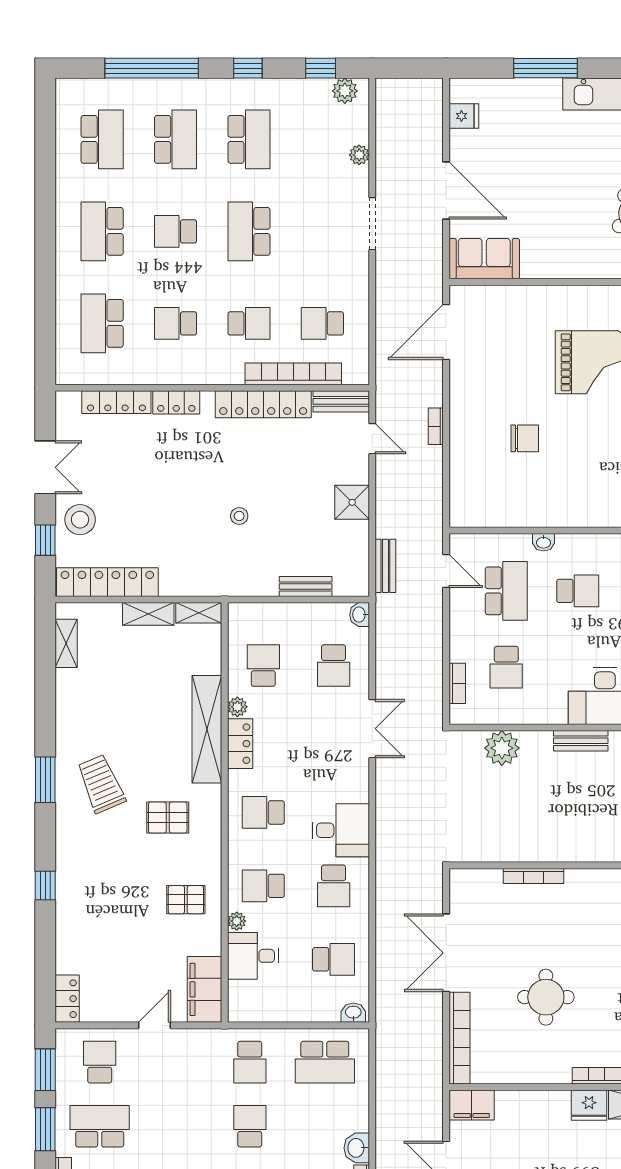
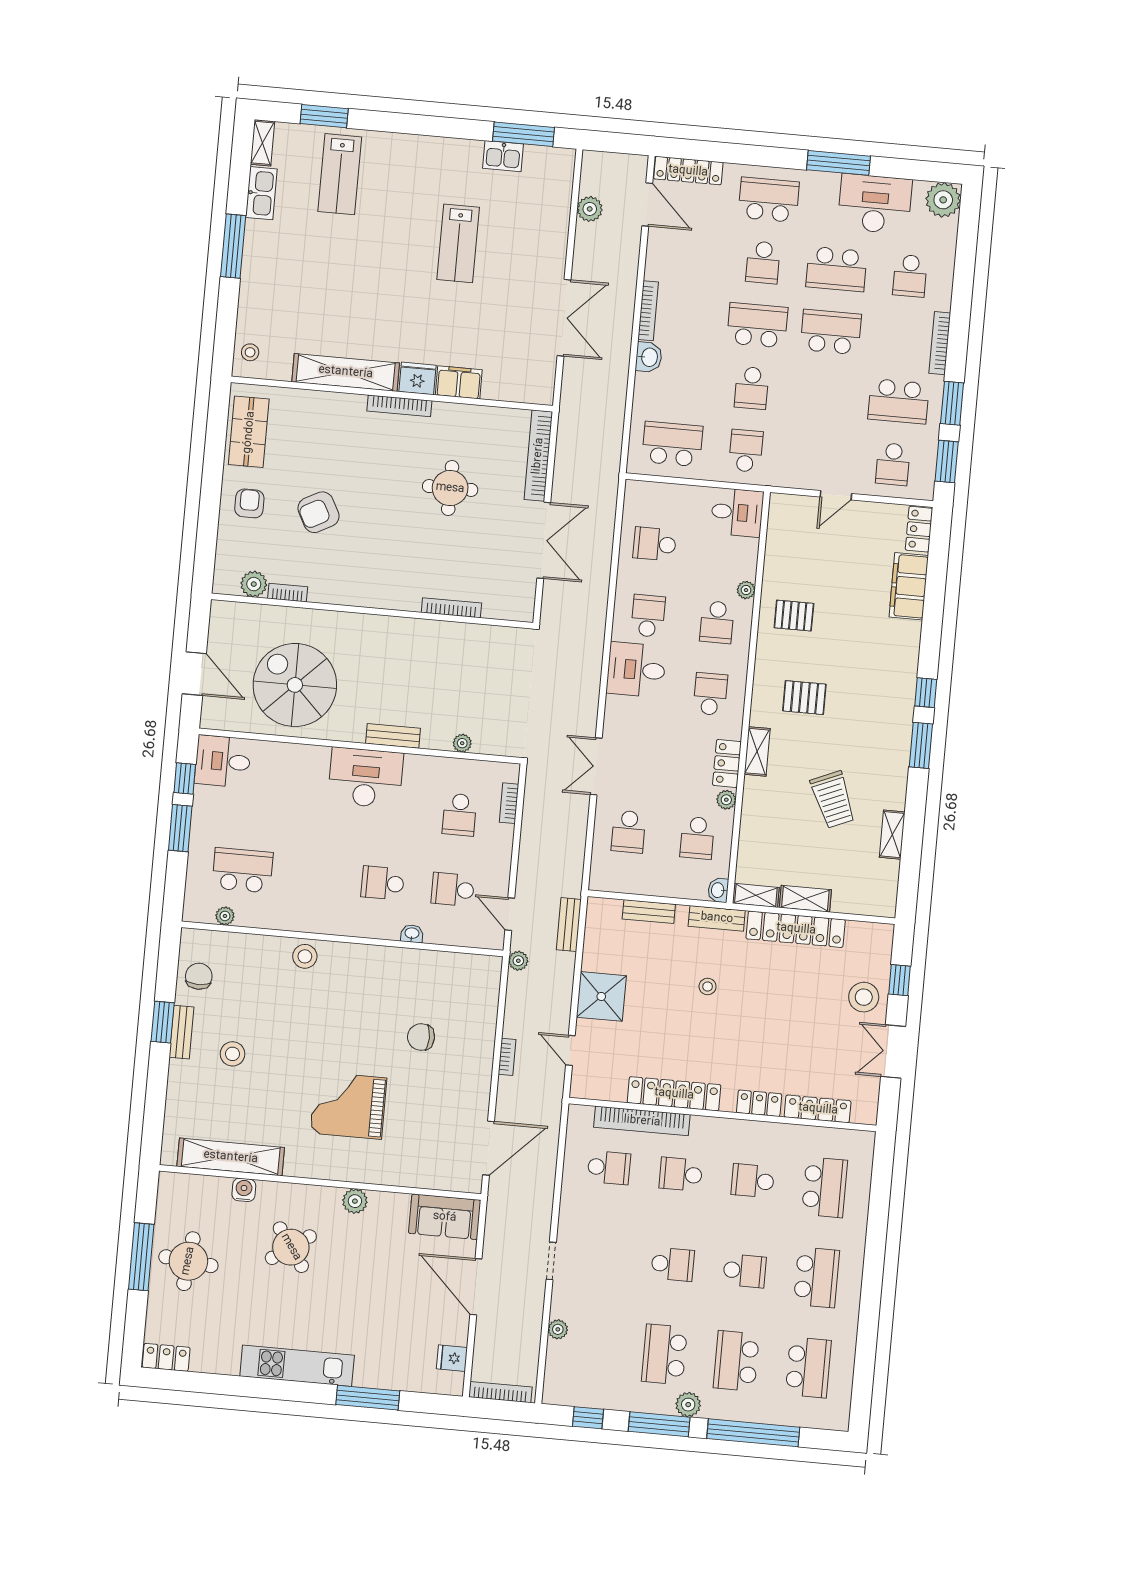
window: (248, 68) -> (659, 1424), width x2.17
bookcase: (412, 86) -> (500, 1392), added
plant: (345, 91) -> (688, 1405), moved
school desk: (102, 139) -> (808, 1367), turned 180
doorway: (372, 224) -> (551, 1261), width x0.73
school desk: (249, 231) -> (673, 1264), width x0.54
plant: (577, 266) -> (355, 1201), added
school desk: (176, 323) -> (753, 1181), turned 180
bench: (341, 401) -> (717, 918), moved
shower: (352, 502) -> (601, 996), width x1.36, depth x1.36
plant: (433, 525) -> (518, 961), added
locker: (107, 582) -> (796, 929), moved
school desk: (506, 591) -> (453, 889), width x0.54
washbasin: (360, 615) -> (718, 890), moved, turned 180
shelving: (66, 643) -> (892, 835), moved
school desk: (334, 666) -> (628, 832), turned 180
school desk: (506, 667) -> (460, 815), turned 180
shelving: (207, 729) -> (757, 751), width x0.45, depth x0.75
plant: (502, 748) -> (462, 743), width x0.53, depth x0.53
trolley: (101, 784) -> (833, 800), moved
school desk: (263, 812) -> (710, 694), turned -90
window: (45, 885) -> (926, 693), moved
school desk: (263, 886) -> (717, 622), turned 90
desk: (253, 956) -> (737, 512), moved
filing cabinet: (204, 989) -> (909, 586), moved, turned 180
washbasin: (353, 1013) -> (640, 490), removed
filing cabinet: (472, 1105) -> (459, 382), moved

